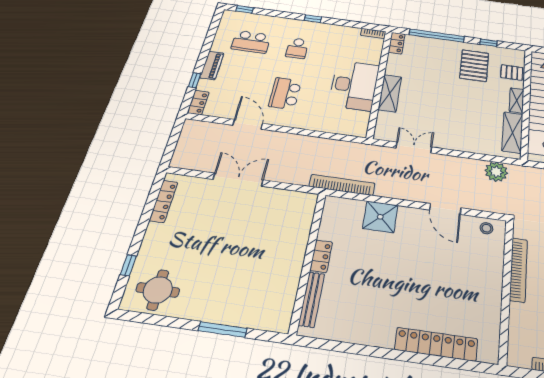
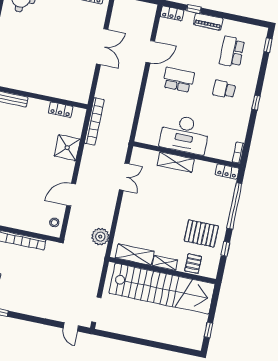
locker: (321, 256) -> (61, 110), moved

